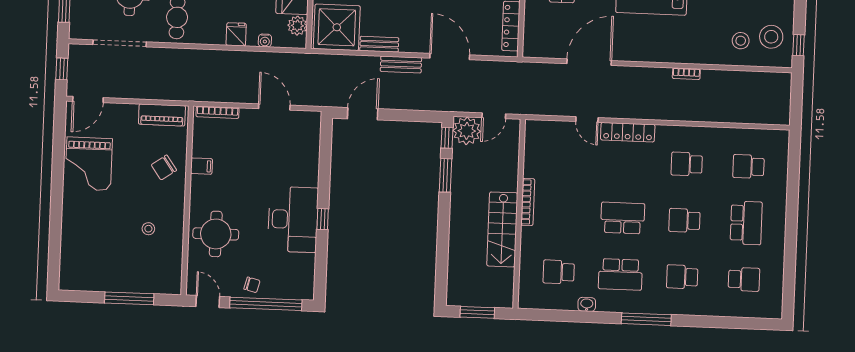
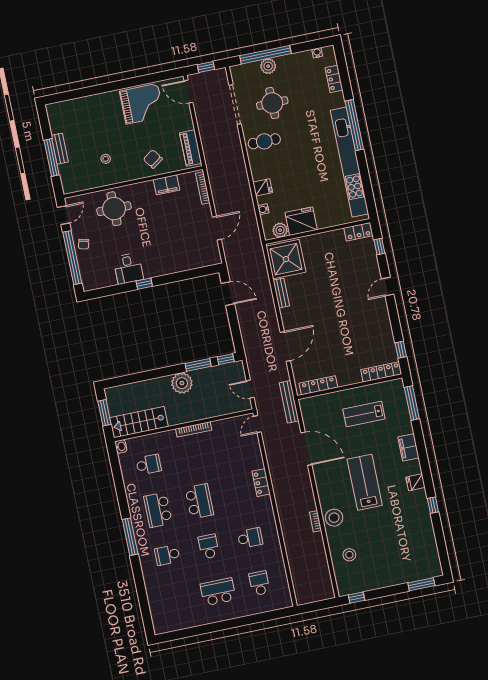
stool: (771, 37) -> (334, 518), moved
bench: (401, 65) -> (289, 402), moved, width x1.36
door: (587, 120) -> (257, 424), moved
plant: (467, 131) -> (182, 383), moved
locker: (628, 132) -> (261, 483), width x0.66
grand piano: (89, 164) -> (142, 104), turned 180
school desk: (687, 164) -> (250, 538), turned 90
filing cabinet: (201, 166) -> (167, 185), width x2.00
desk: (293, 219) -> (128, 268), width x0.53, depth x0.77
school desk: (746, 223) -> (218, 592), turned 180
stairs: (502, 229) -> (139, 422), moved
school desk: (559, 272) -> (149, 465), turned 90
school desk: (682, 277) -> (167, 555), turned -90
school desk: (744, 279) -> (177, 600), removed
bench: (120, 285) -> (60, 149), added
washbasin: (587, 304) -> (121, 446), moved

